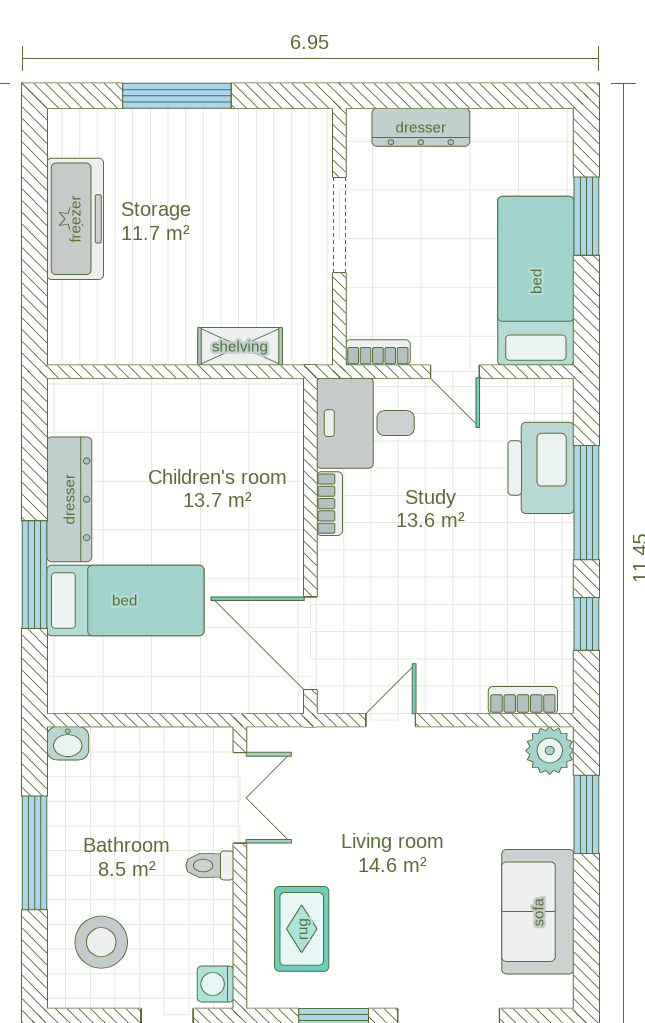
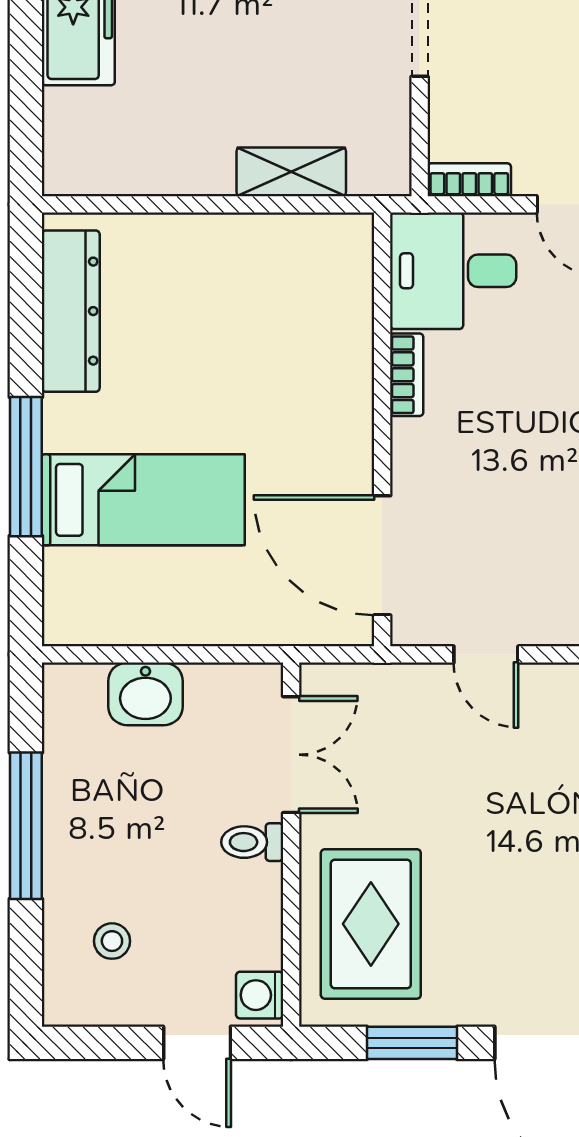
dresser: (69, 499) -> (71, 311), moved
door: (391, 720) -> (486, 654), swing flipped
washbasin: (68, 743) -> (145, 694), moved, width x1.38, depth x1.45
rug: (302, 929) -> (371, 924), width x1.36, depth x1.43
stool: (101, 942) -> (112, 941), width x0.53, depth x0.53

